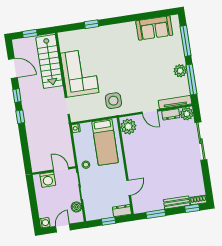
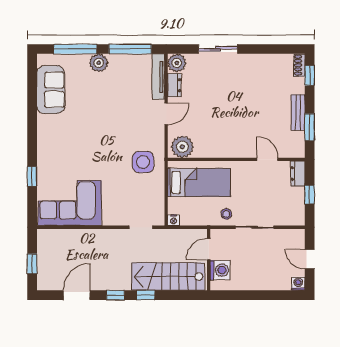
stairs: (49, 61) -> (168, 277), moved, turned 180
plant: (180, 71) -> (99, 63), moved
corner sofa: (80, 73) -> (70, 203), moved
sliding door: (201, 141) -> (218, 49), width x0.73
door: (61, 169) -> (209, 249), moved
wall: (54, 171) -> (209, 260), moved
washing machine: (48, 180) -> (220, 270), moved
bench: (177, 202) -> (298, 113), moved
boiler: (76, 207) -> (283, 236), removed

